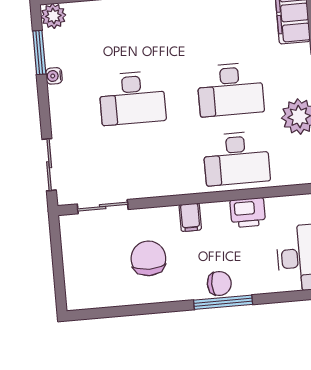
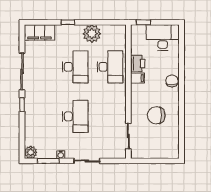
sliding door: (49, 165) -> (87, 161), moved
filing cabinet: (190, 217) -> (137, 78), moved
window: (223, 302) -> (181, 80), removed

